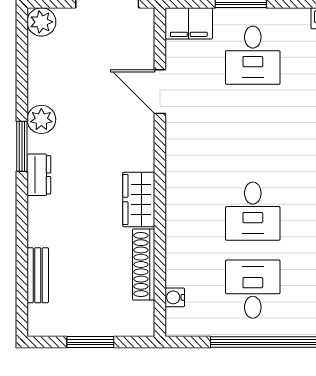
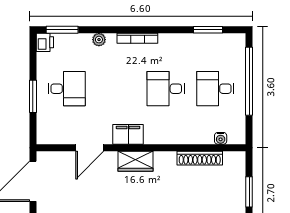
filing cabinet: (189, 23) -> (128, 134), moved, turned -90
wardrobe: (139, 199) -> (135, 161), moved
desk: (253, 211) -> (166, 89), turned 180

